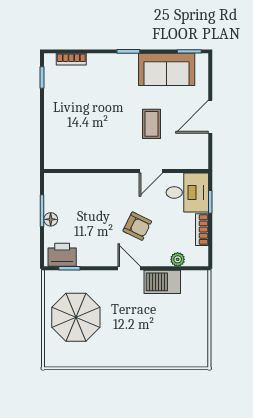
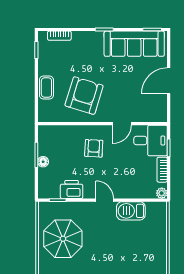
sofa: (167, 69) -> (134, 44), width x1.36
coffee table: (152, 124) -> (46, 88), moved
armchair: (103, 135) -> (84, 96), added
armchair: (137, 226) -> (94, 148), moved, turned -113
printer: (62, 255) -> (72, 189), moved
plant: (178, 259) -> (162, 193), moved

